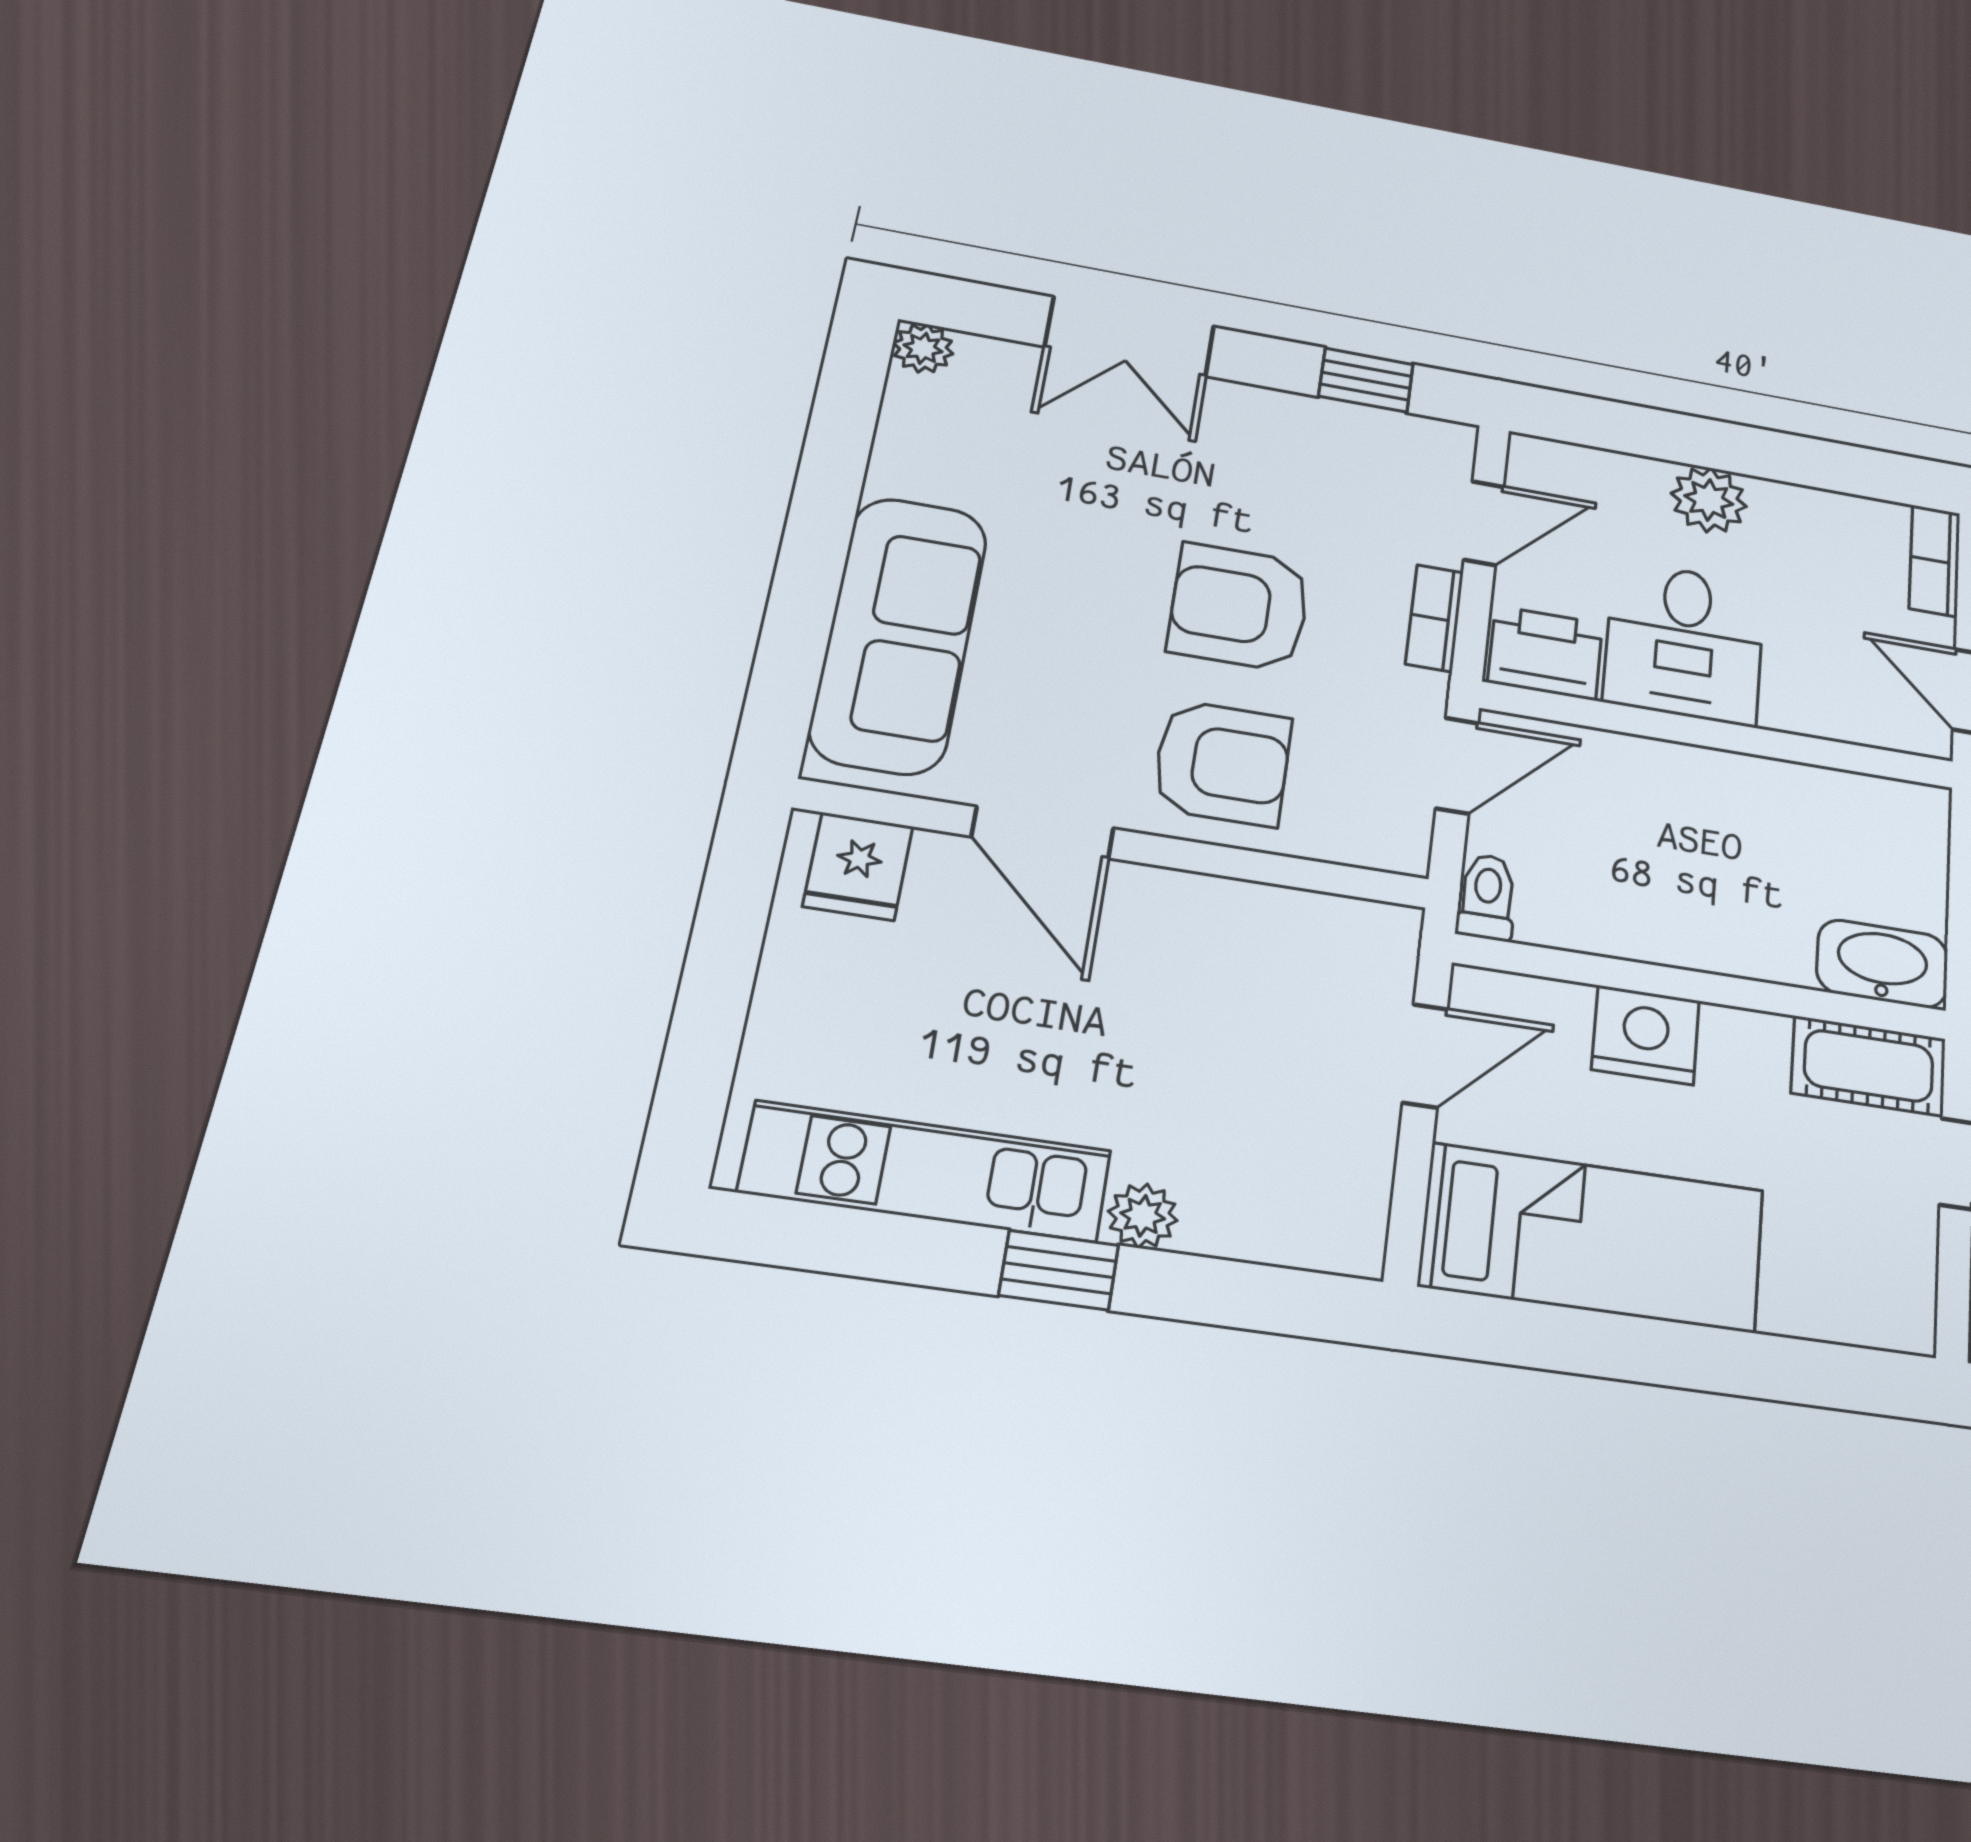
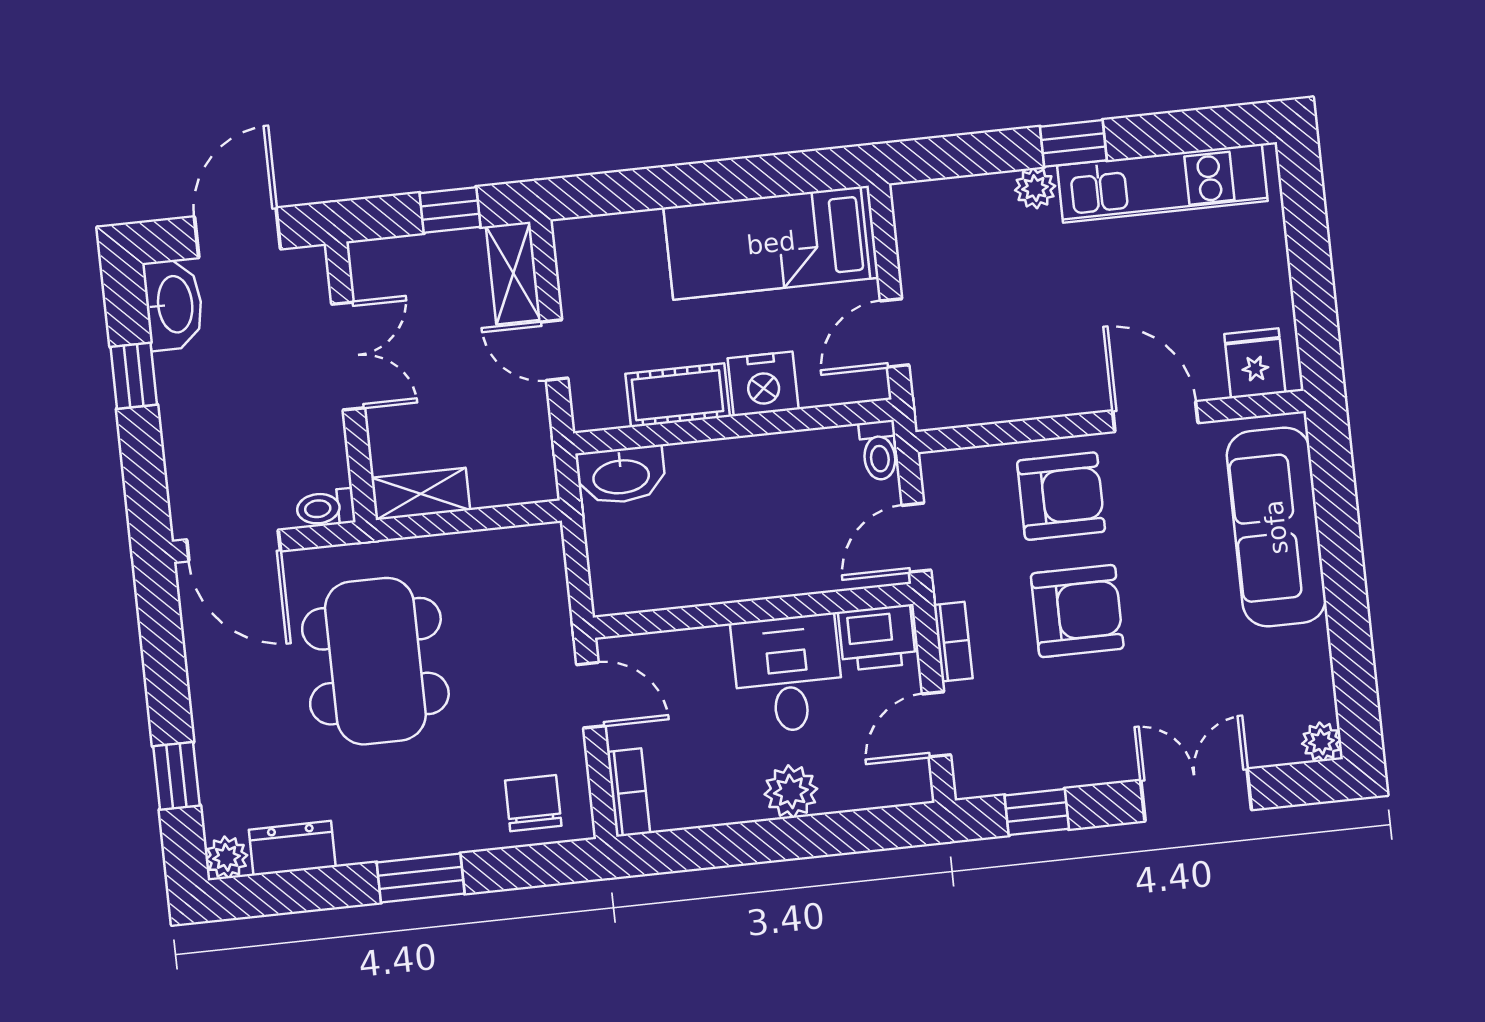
armchair: (1222, 763) -> (1061, 496), turned 180
cot: (1869, 1066) -> (678, 395), moved

